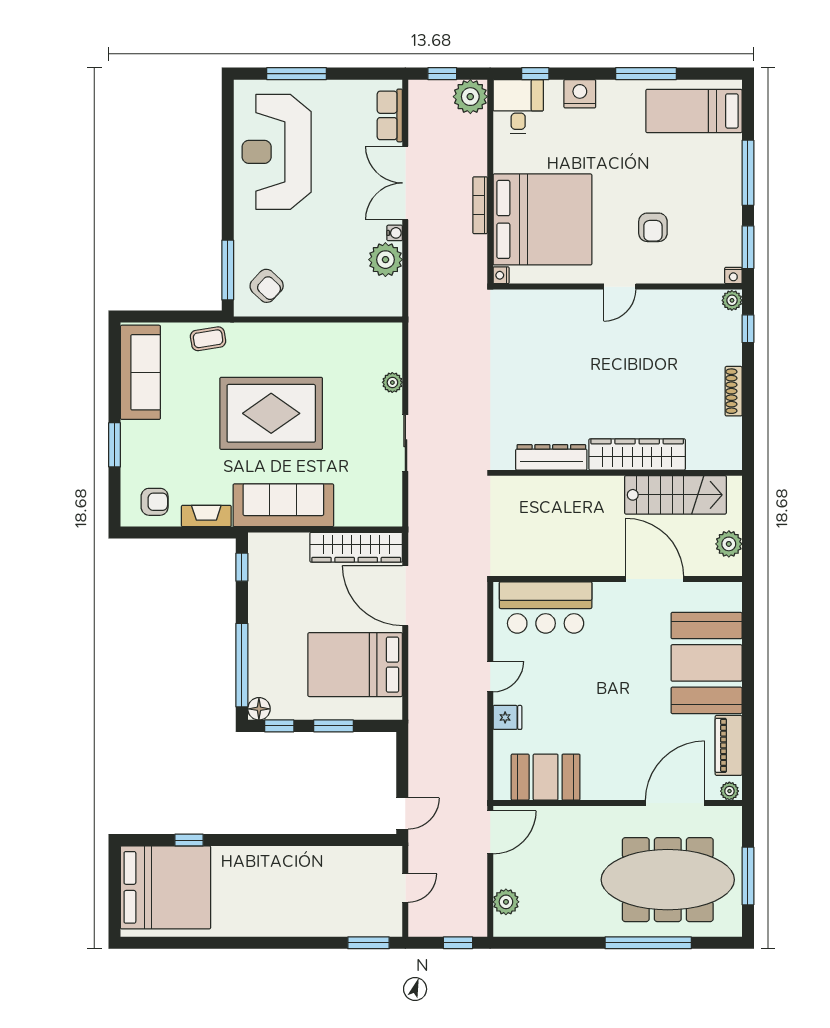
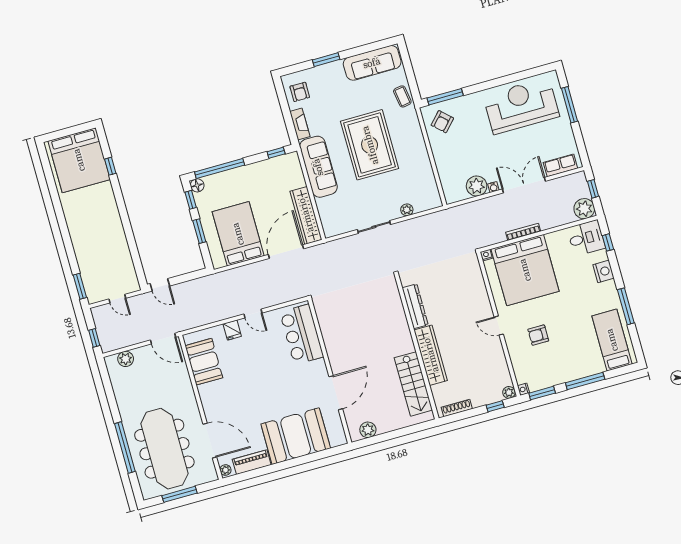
wardrobe: (637, 454) -> (431, 355), moved
dresser: (551, 457) -> (415, 306), moved
wall: (618, 473) -> (417, 347), moved
stairs: (675, 495) -> (413, 384), moved

